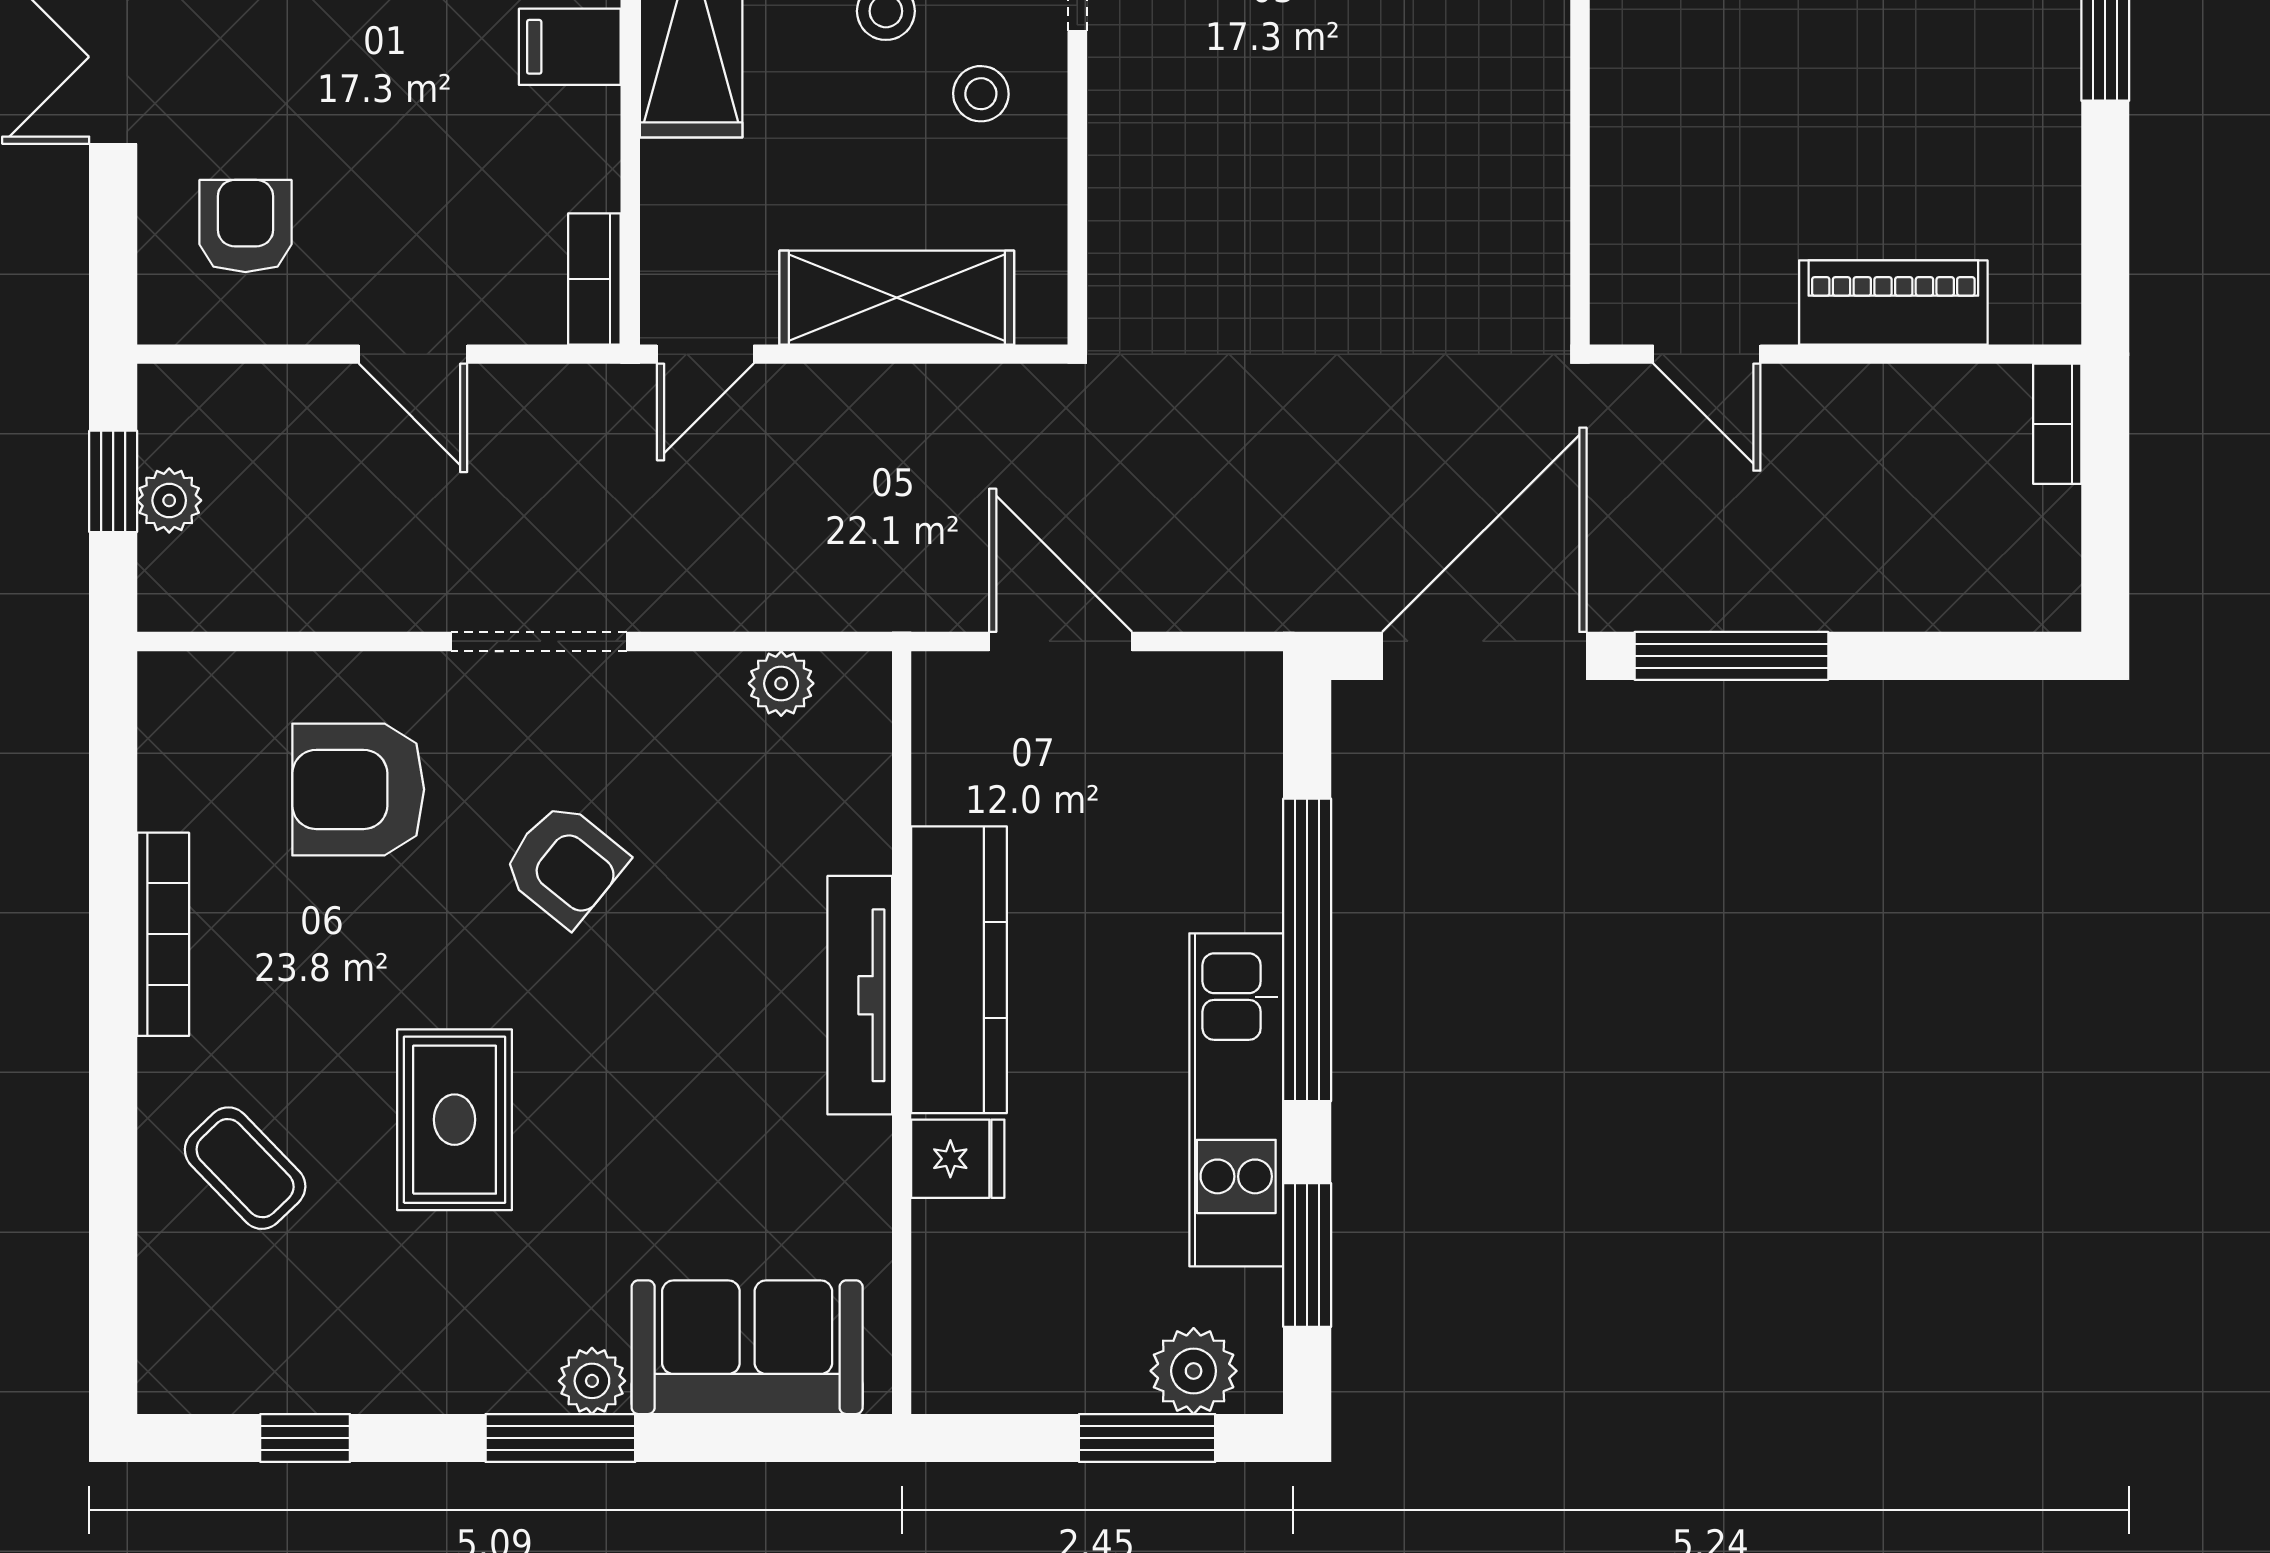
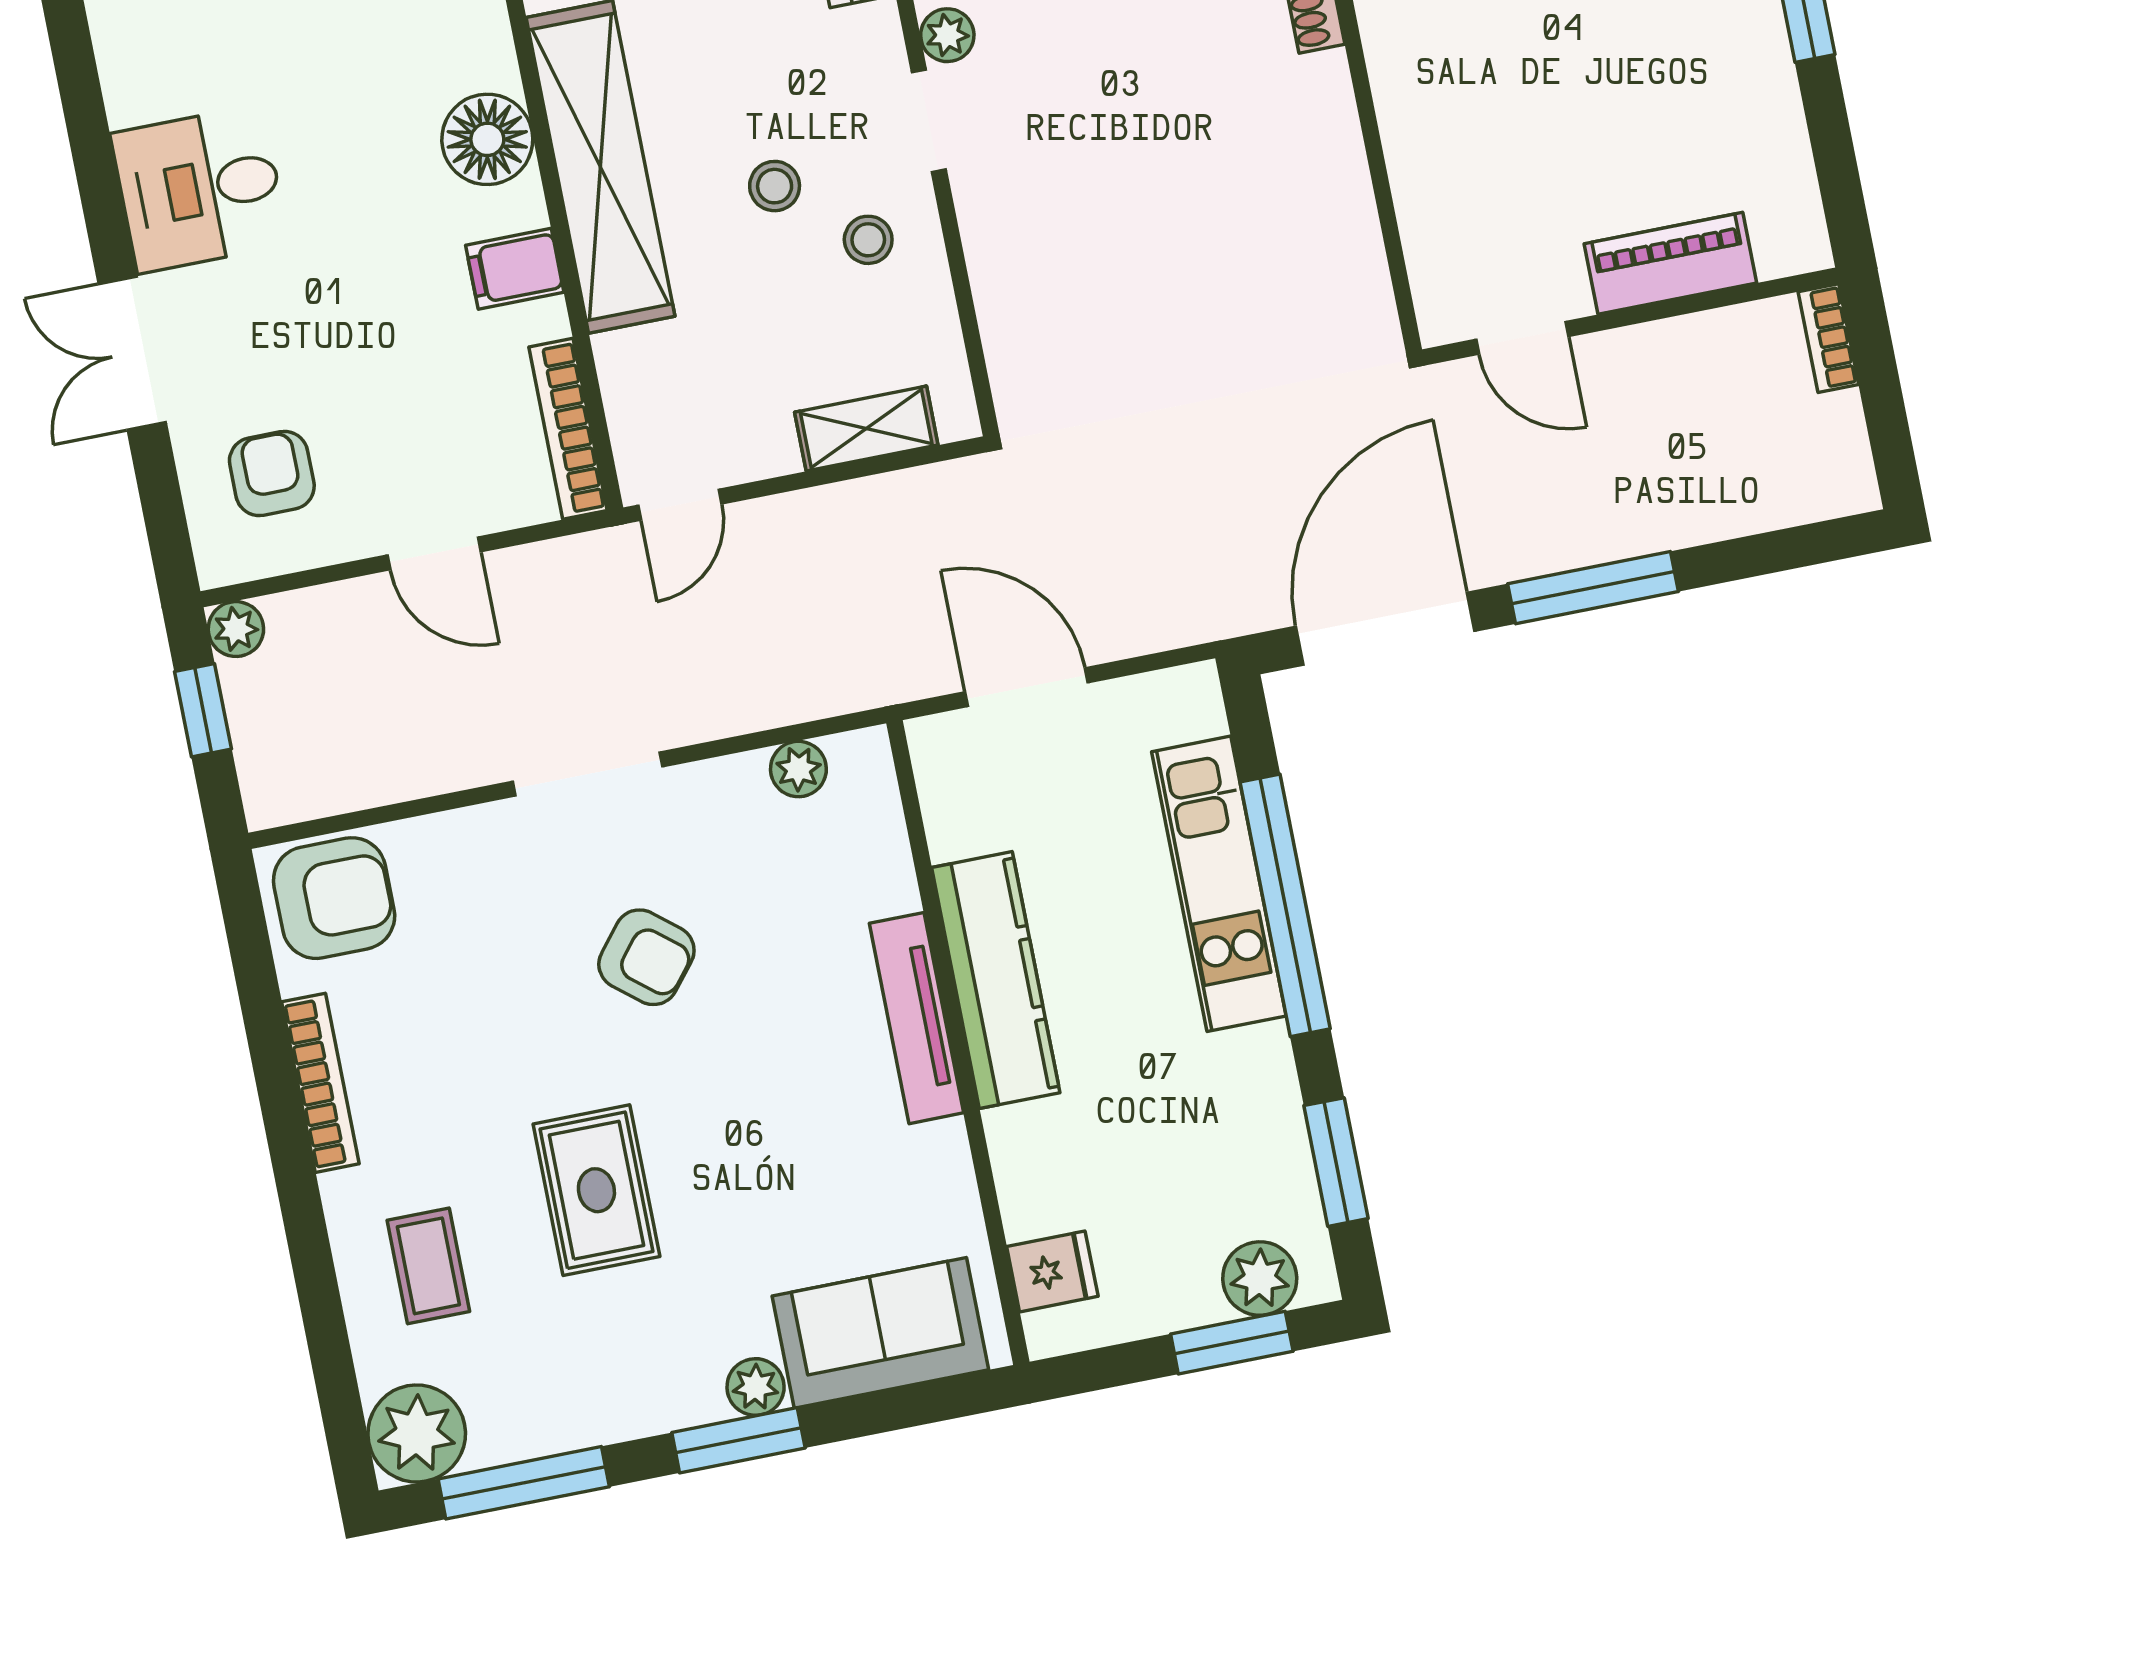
bookcase: (594, 279) -> (568, 429), width x1.56
shelving: (897, 298) -> (866, 429), width x0.67, depth x0.75
plant: (169, 500) -> (236, 629), moved
armchair: (358, 789) -> (334, 898), moved, turned 180
kitchen unit: (1236, 1100) -> (1219, 884), moved
fridge: (958, 1159) -> (1052, 1271), moved
coffee table: (245, 1168) -> (428, 1266), turned 44
plant: (194, 1357) -> (417, 1433), added
window: (305, 1438) -> (524, 1483), width x2.17

